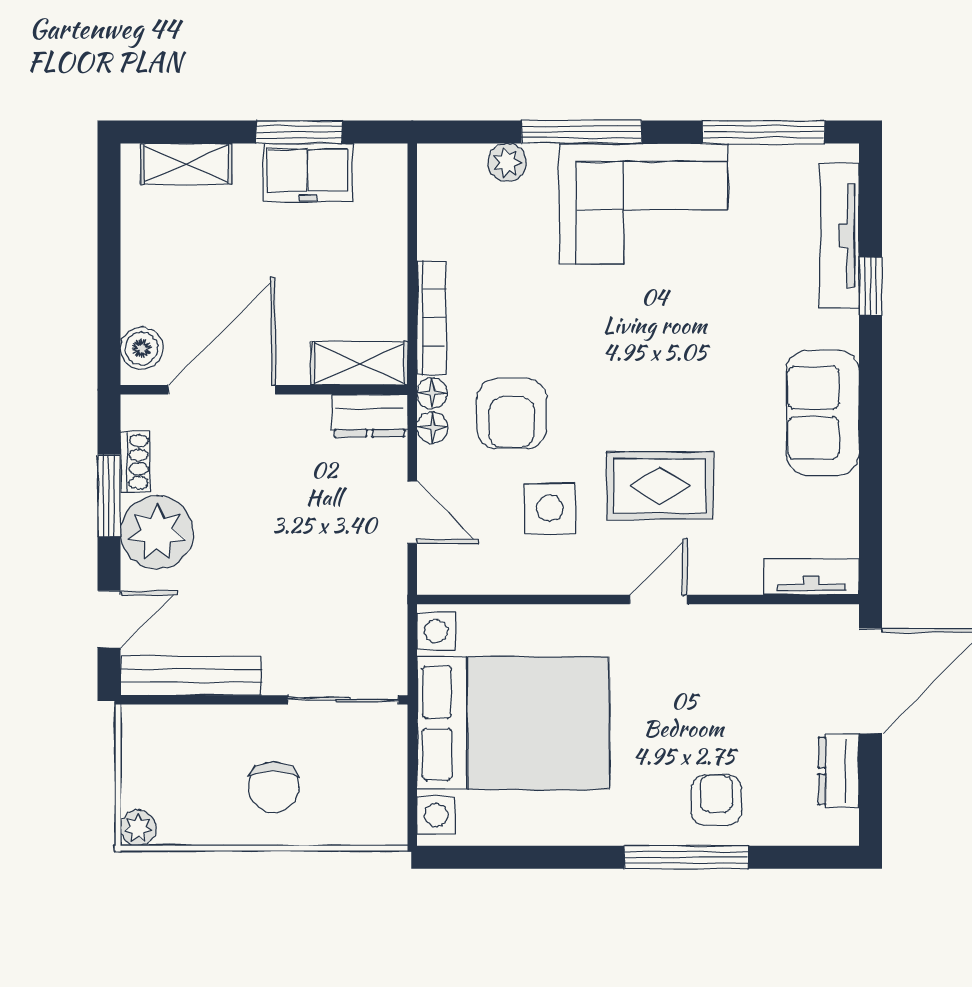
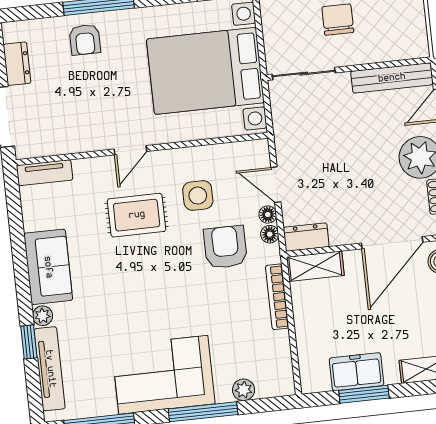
plant: (842, 329) -> (43, 316), added
floor lamp: (432, 393) -> (268, 215), moved

